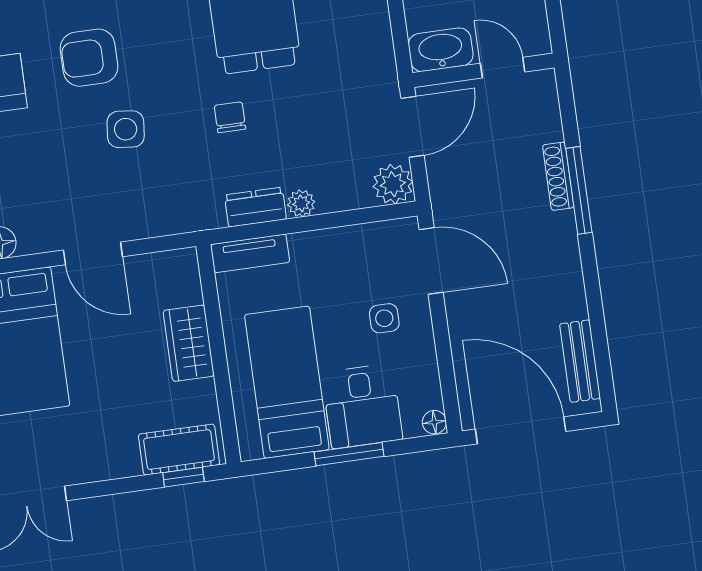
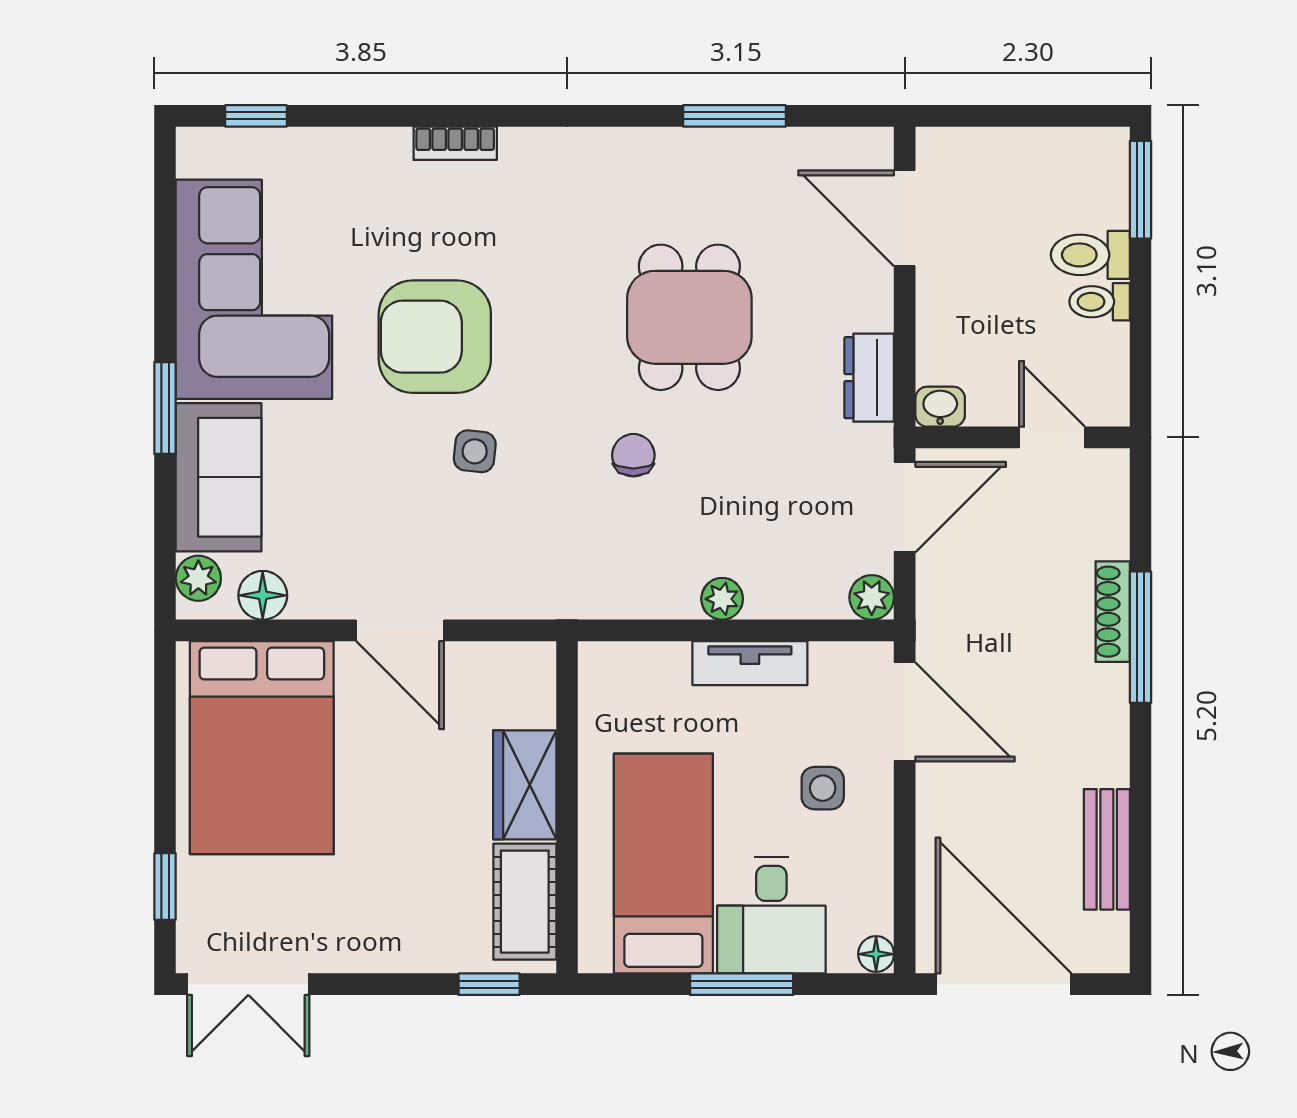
washbasin: (441, 50) -> (940, 407), width x0.52, depth x0.69
armchair: (89, 58) -> (435, 337), width x1.36, depth x1.36
side table: (126, 129) -> (475, 451), width x0.73, depth x0.73
plant: (393, 184) -> (872, 597), width x0.73, depth x0.73
dresser: (255, 207) -> (869, 378), moved, turned -90
tv unit: (250, 253) -> (750, 663), moved
bench: (580, 361) -> (1107, 849), moved
cot: (179, 450) -> (525, 902), moved, turned 90

